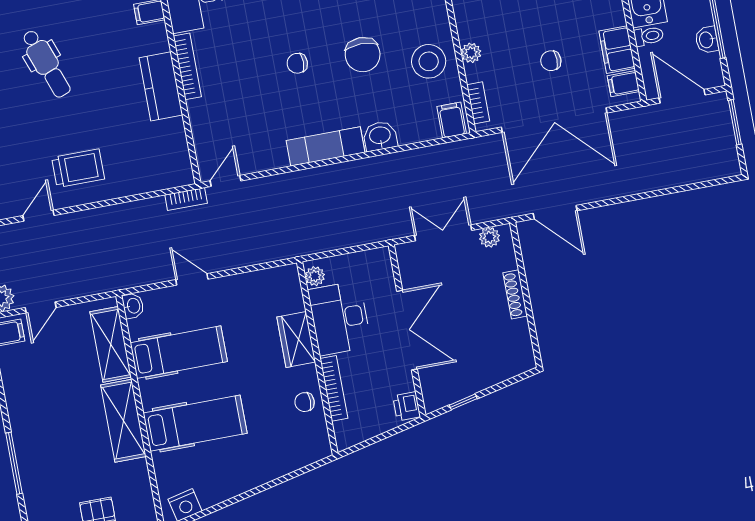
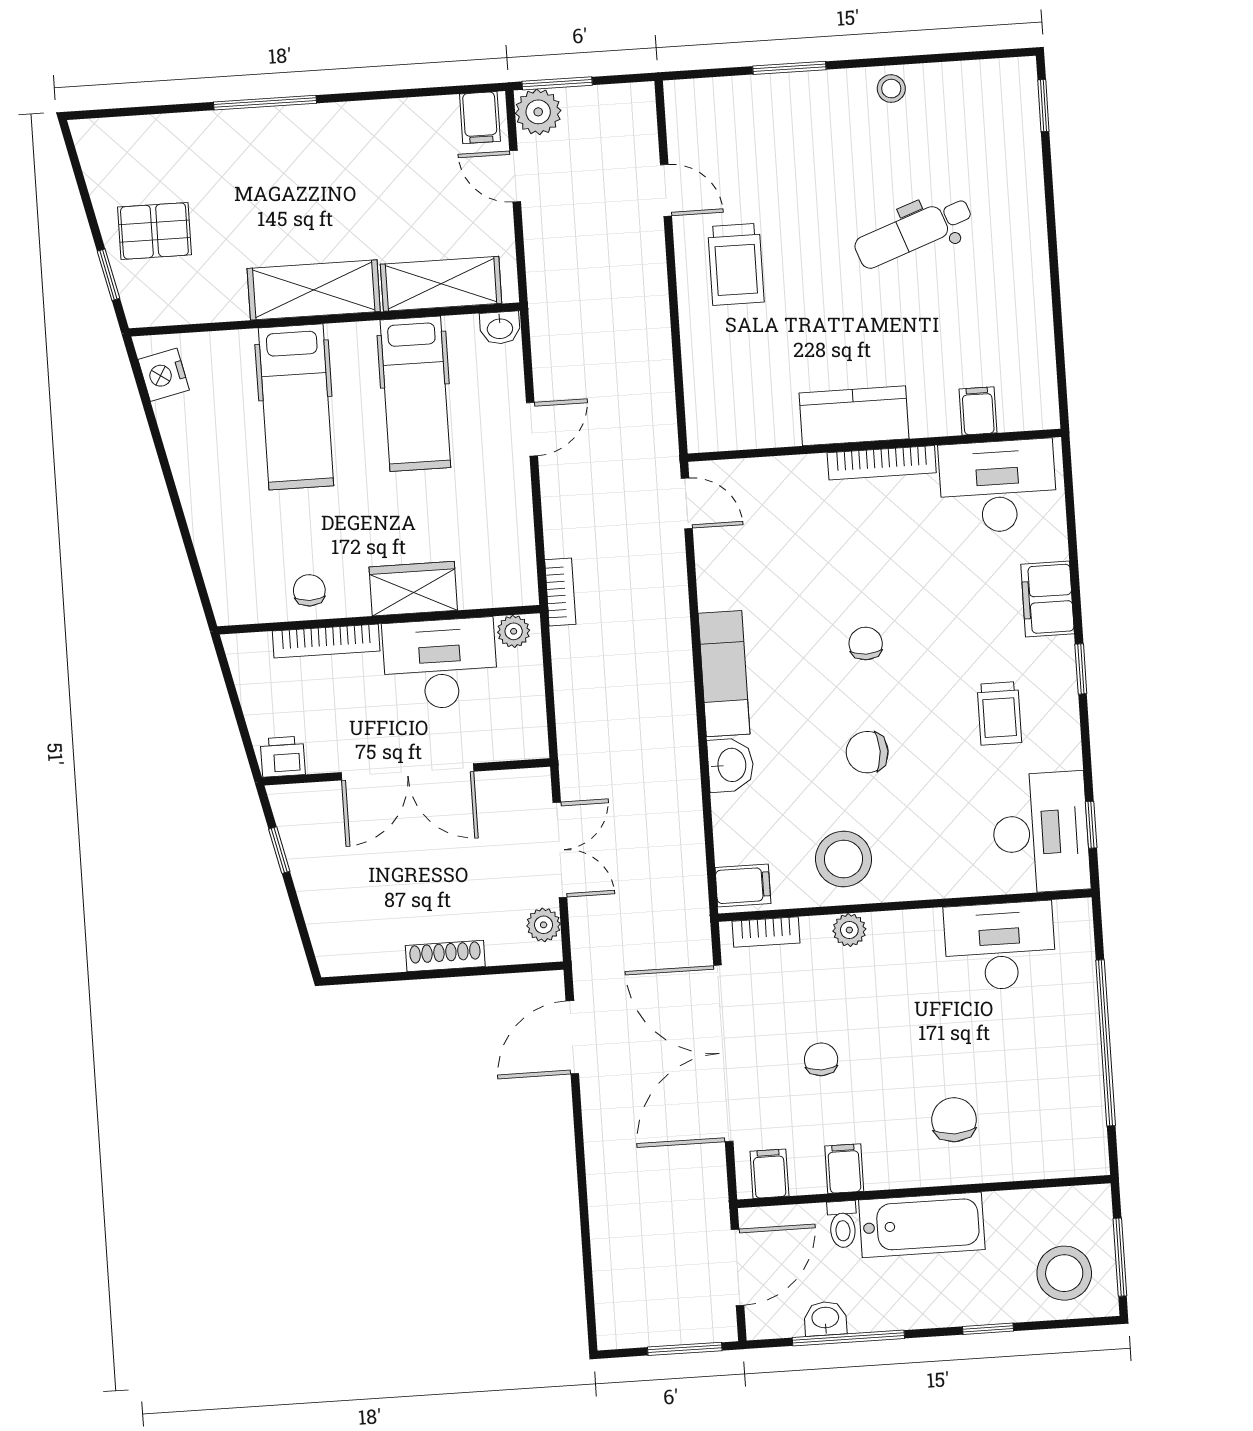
filing cabinet: (617, 50) -> (844, 1169), width x0.50
chair: (363, 55) -> (867, 752), width x0.73, depth x0.73
bookcase: (186, 199) -> (560, 592), moved, turned 180

